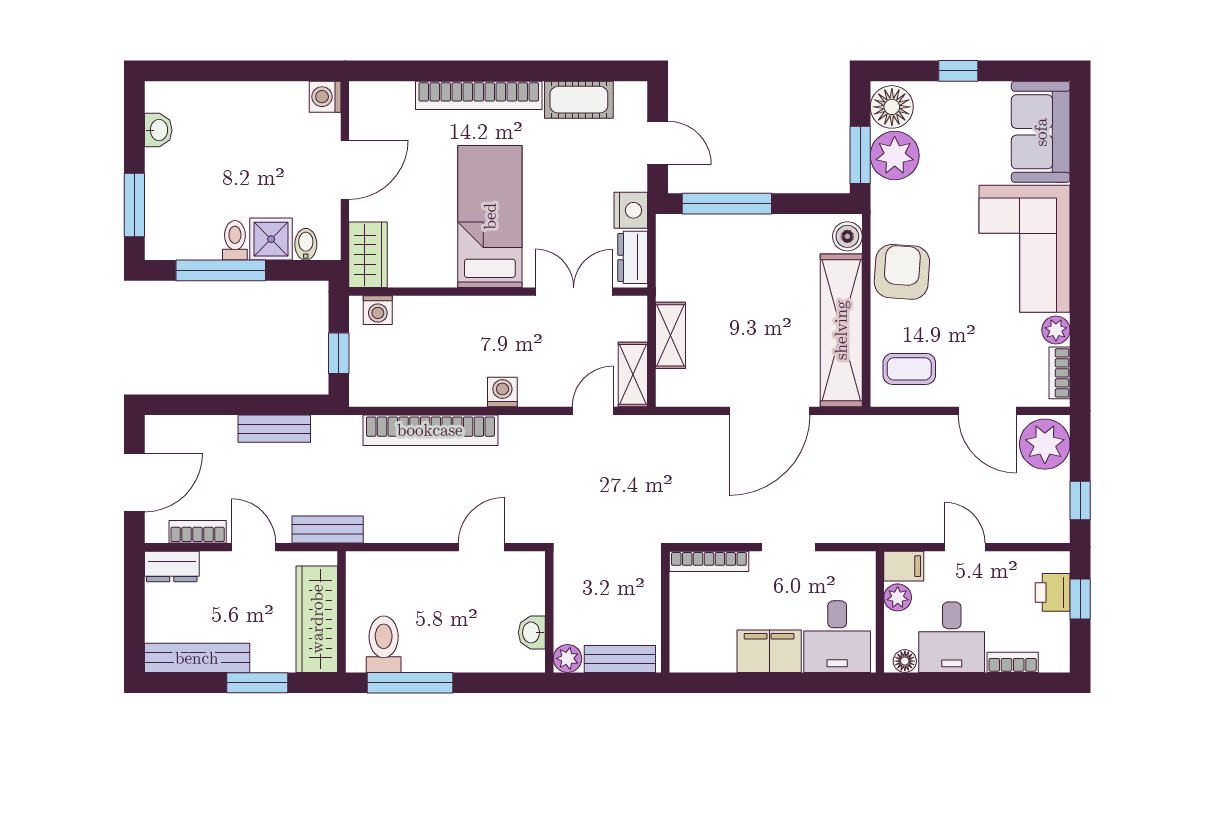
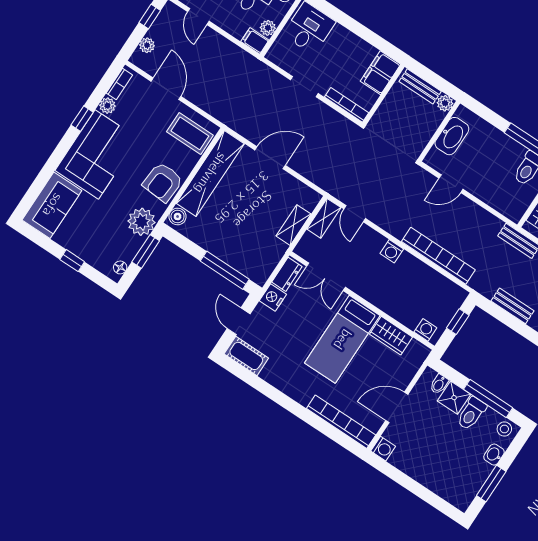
bookcase: (479, 95) -> (341, 422), moved
cot: (579, 100) -> (246, 356), moved
floor lamp: (892, 107) -> (120, 267), width x0.53, depth x0.53
washbasin: (158, 130) -> (494, 455), moved
plant: (895, 156) -> (142, 222), moved
window: (134, 205) -> (491, 484), moved
toilet: (235, 240) -> (471, 414), width x1.37, depth x1.39
stool: (168, 242) -> (504, 429), added
wardrobe: (368, 255) -> (391, 336), moved, turned -90
window: (1080, 287) -> (82, 119), added
coffee table: (909, 369) -> (190, 133), width x1.36, depth x1.30
door: (593, 411) -> (355, 214), hinge flipped
door: (769, 411) -> (270, 158), width x0.73
plant: (1045, 444) -> (147, 45), width x0.53, depth x0.53
door: (965, 547) -> (198, 16), moved
washbasin: (532, 632) -> (452, 136), width x1.91, depth x1.45
filing cabinet: (769, 651) -> (380, 73), moved, turned 90

